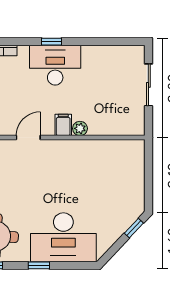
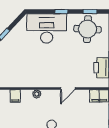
filing cabinet: (63, 125) -> (15, 96), moved

